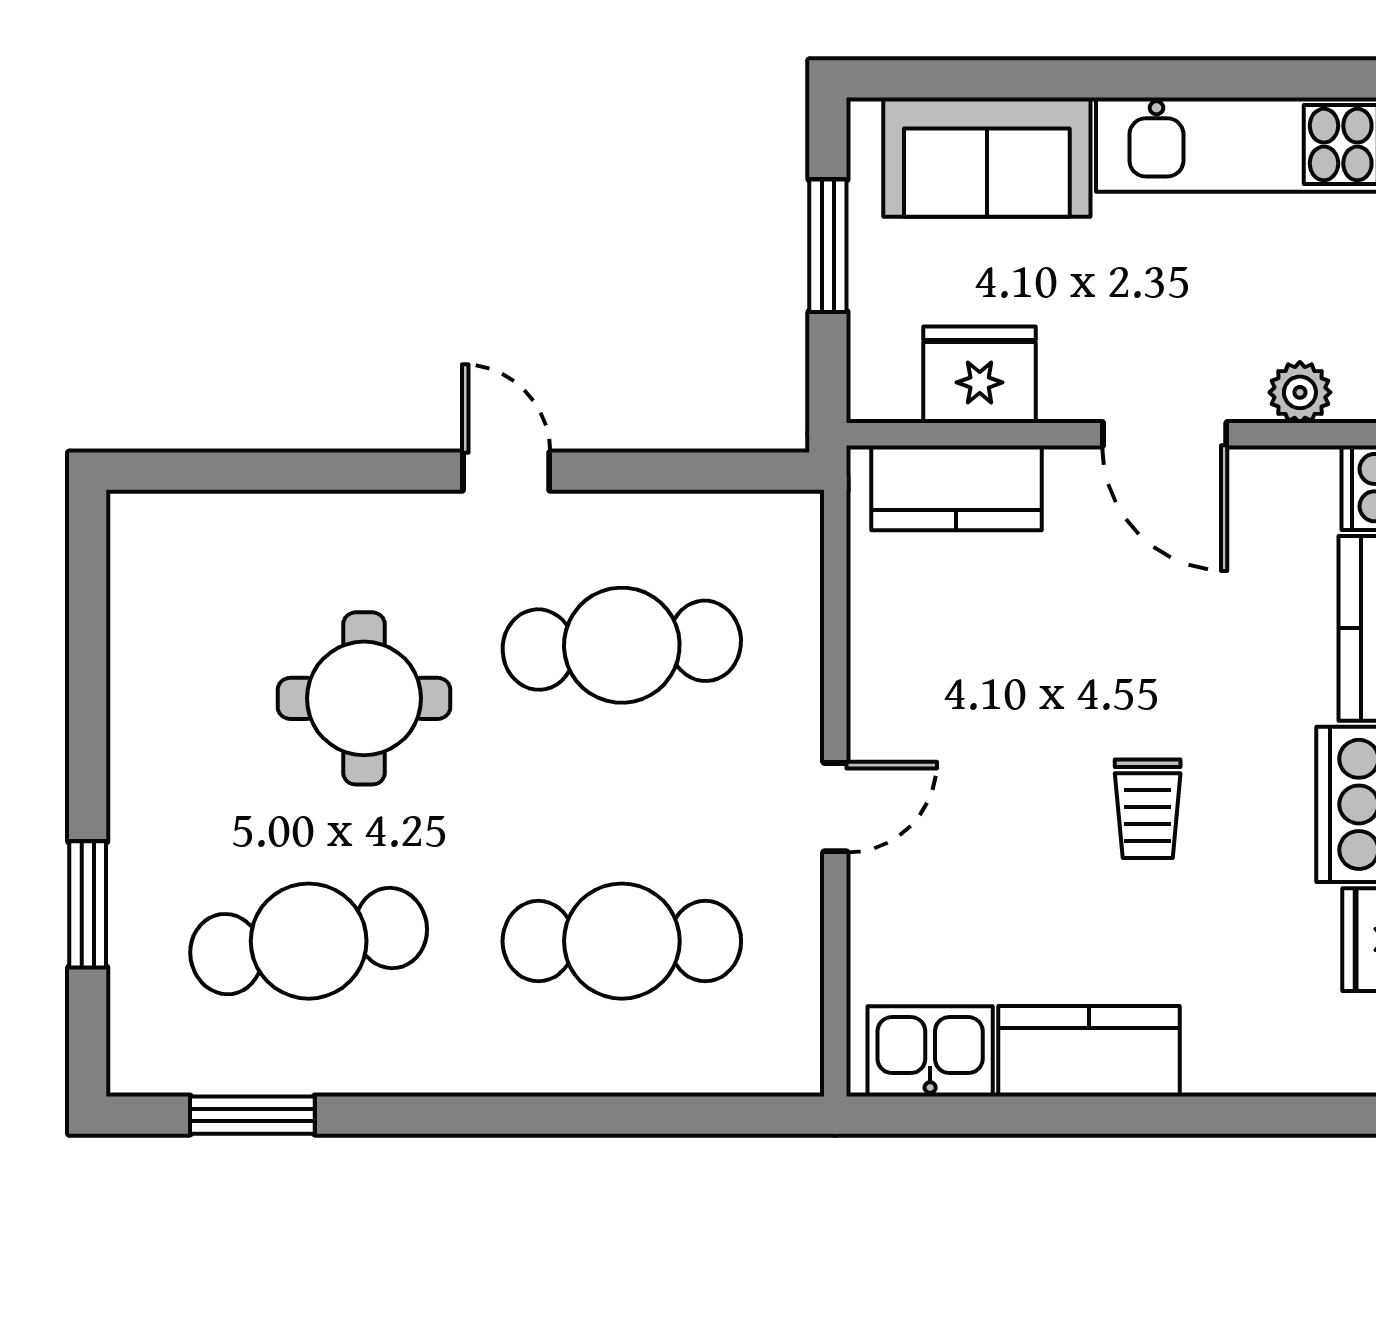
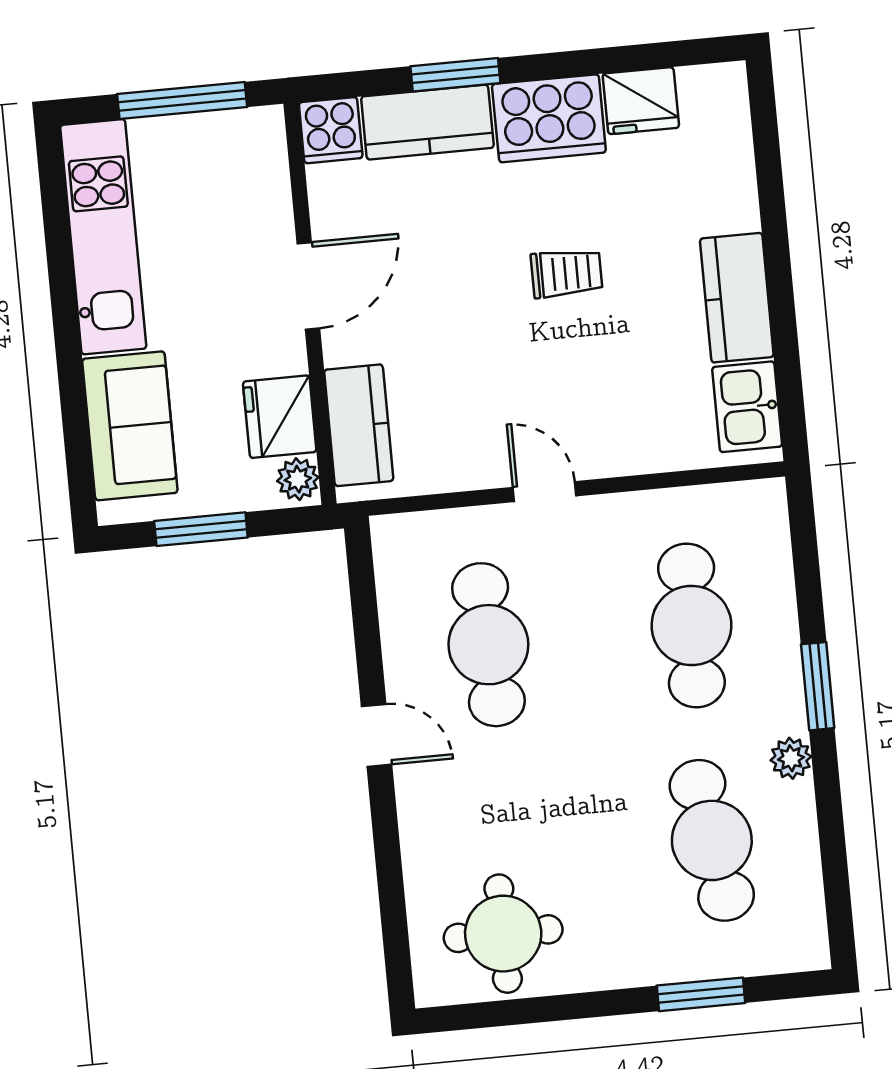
plant: (1300, 392) -> (298, 479), moved
door: (506, 471) -> (377, 735), swing flipped
round table: (364, 698) -> (503, 934), moved
door: (835, 807) -> (544, 492), moved
plant: (416, 1067) -> (791, 758), added
window: (252, 1115) -> (818, 686), moved

